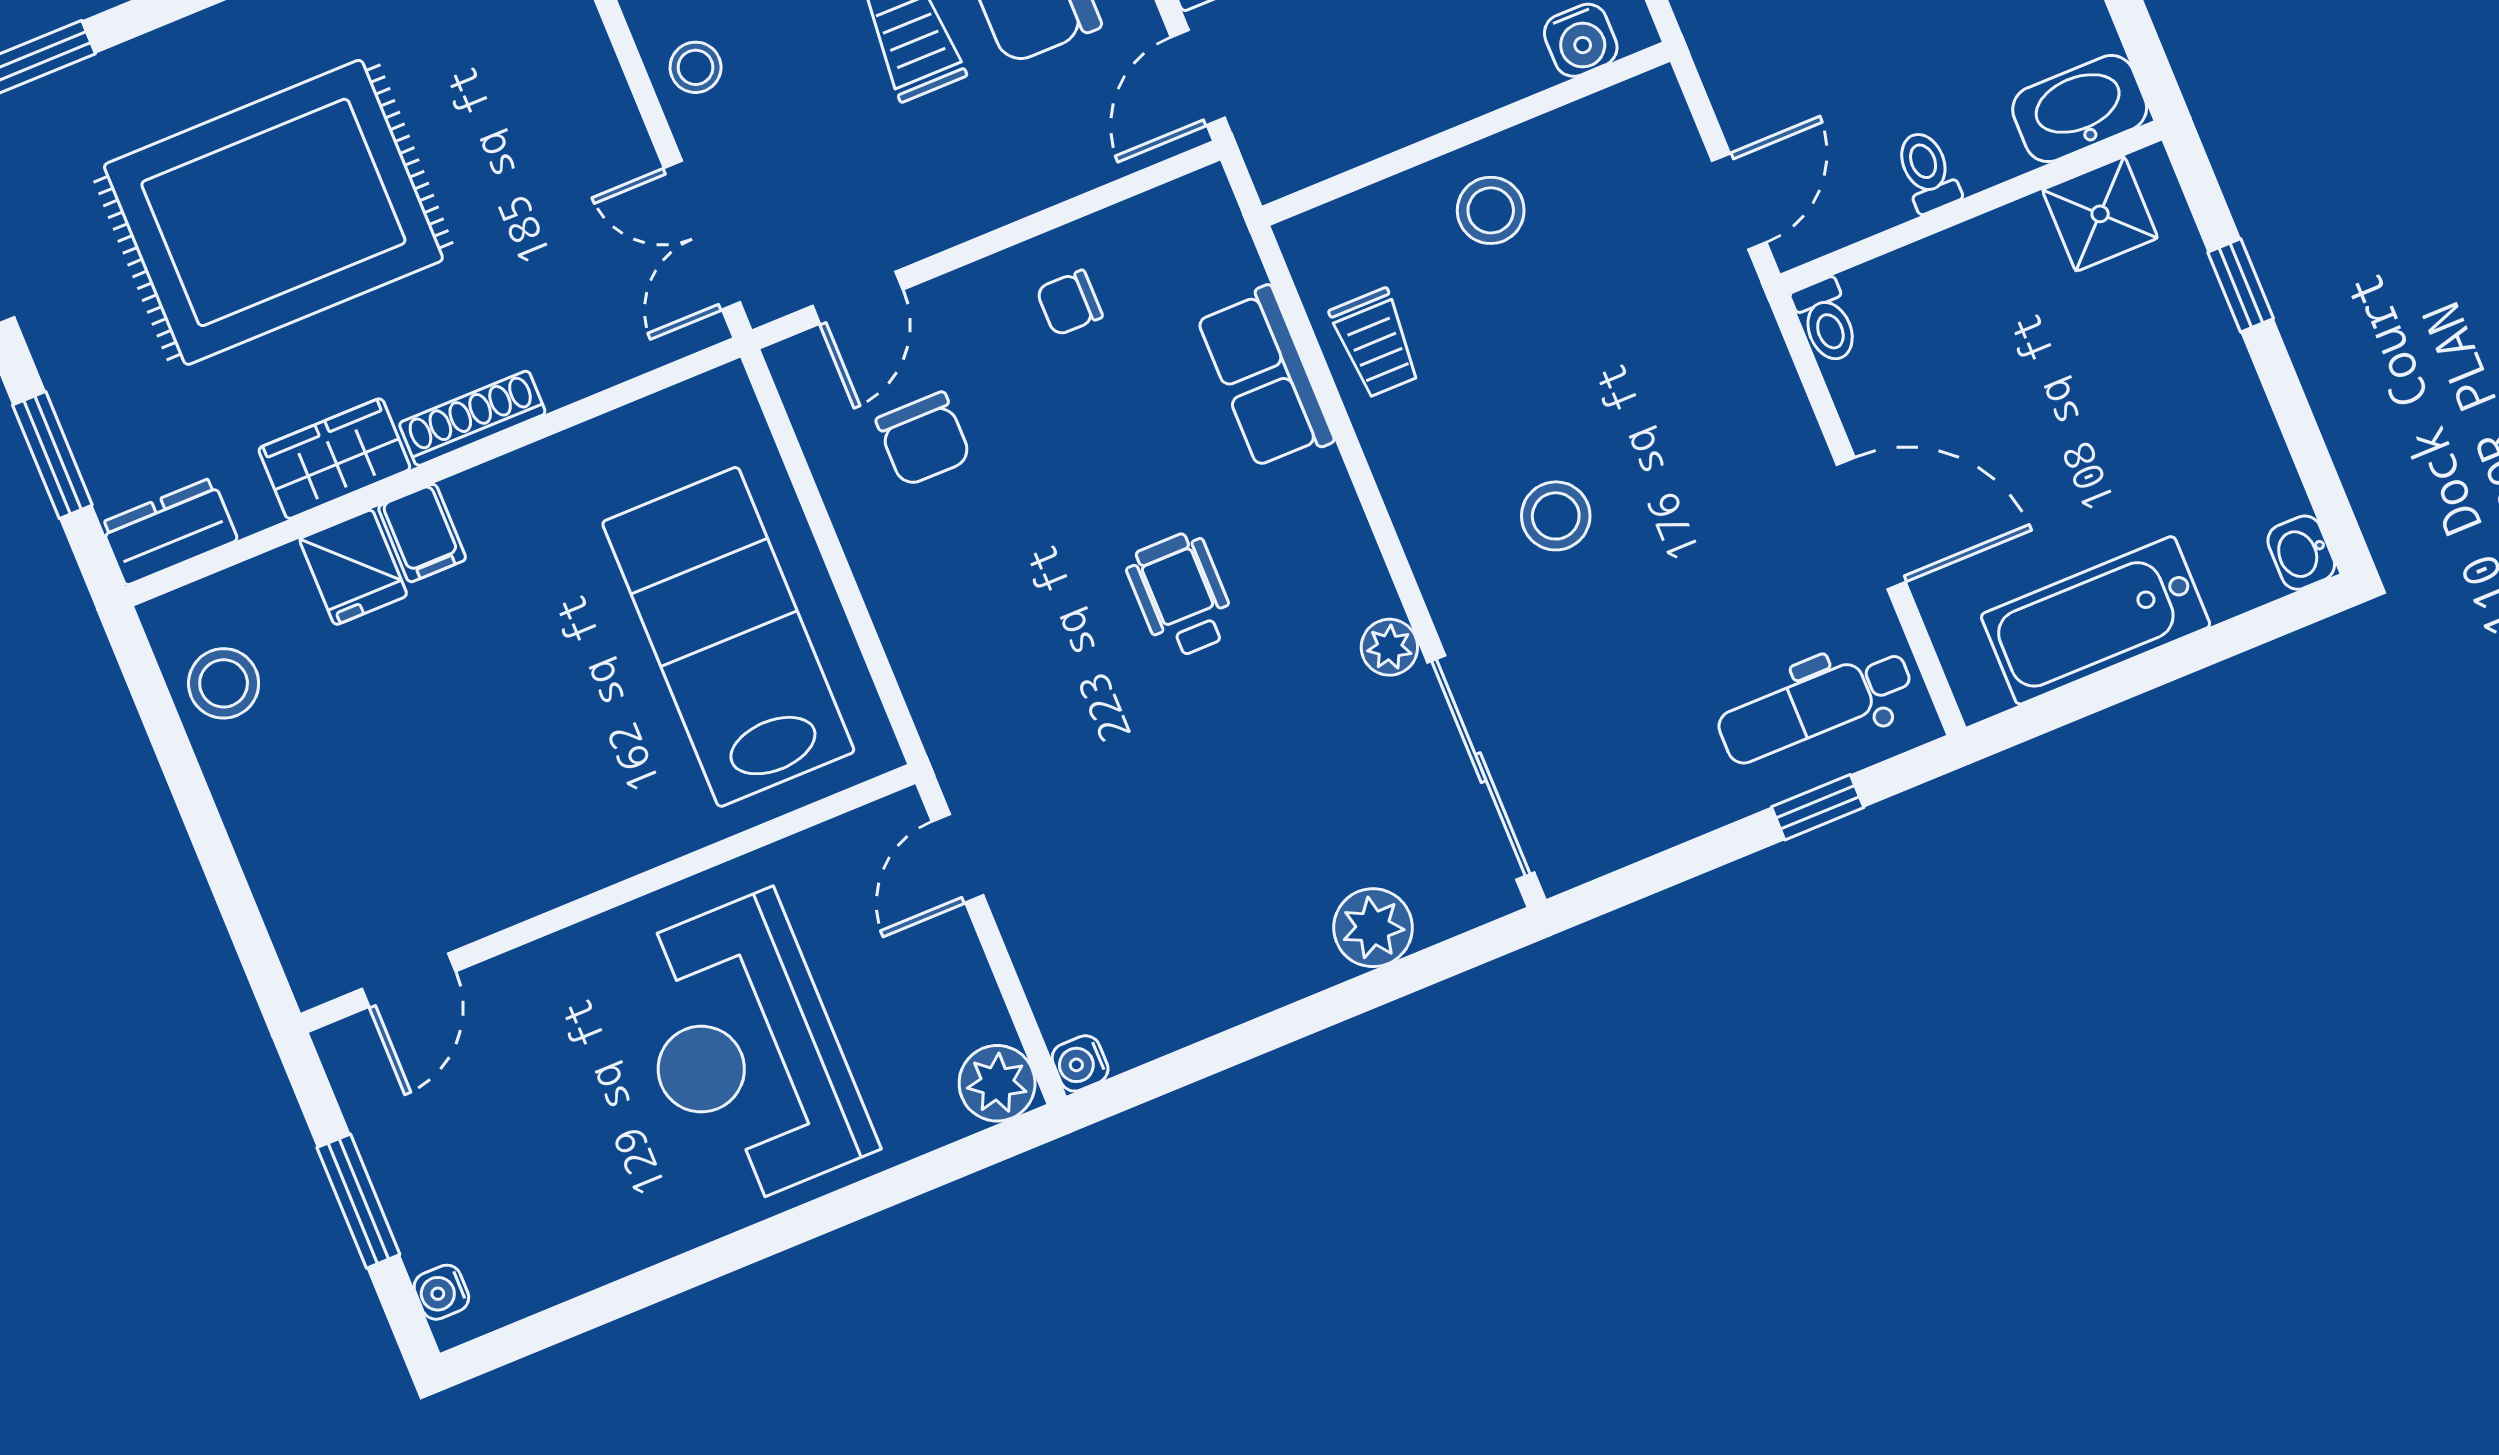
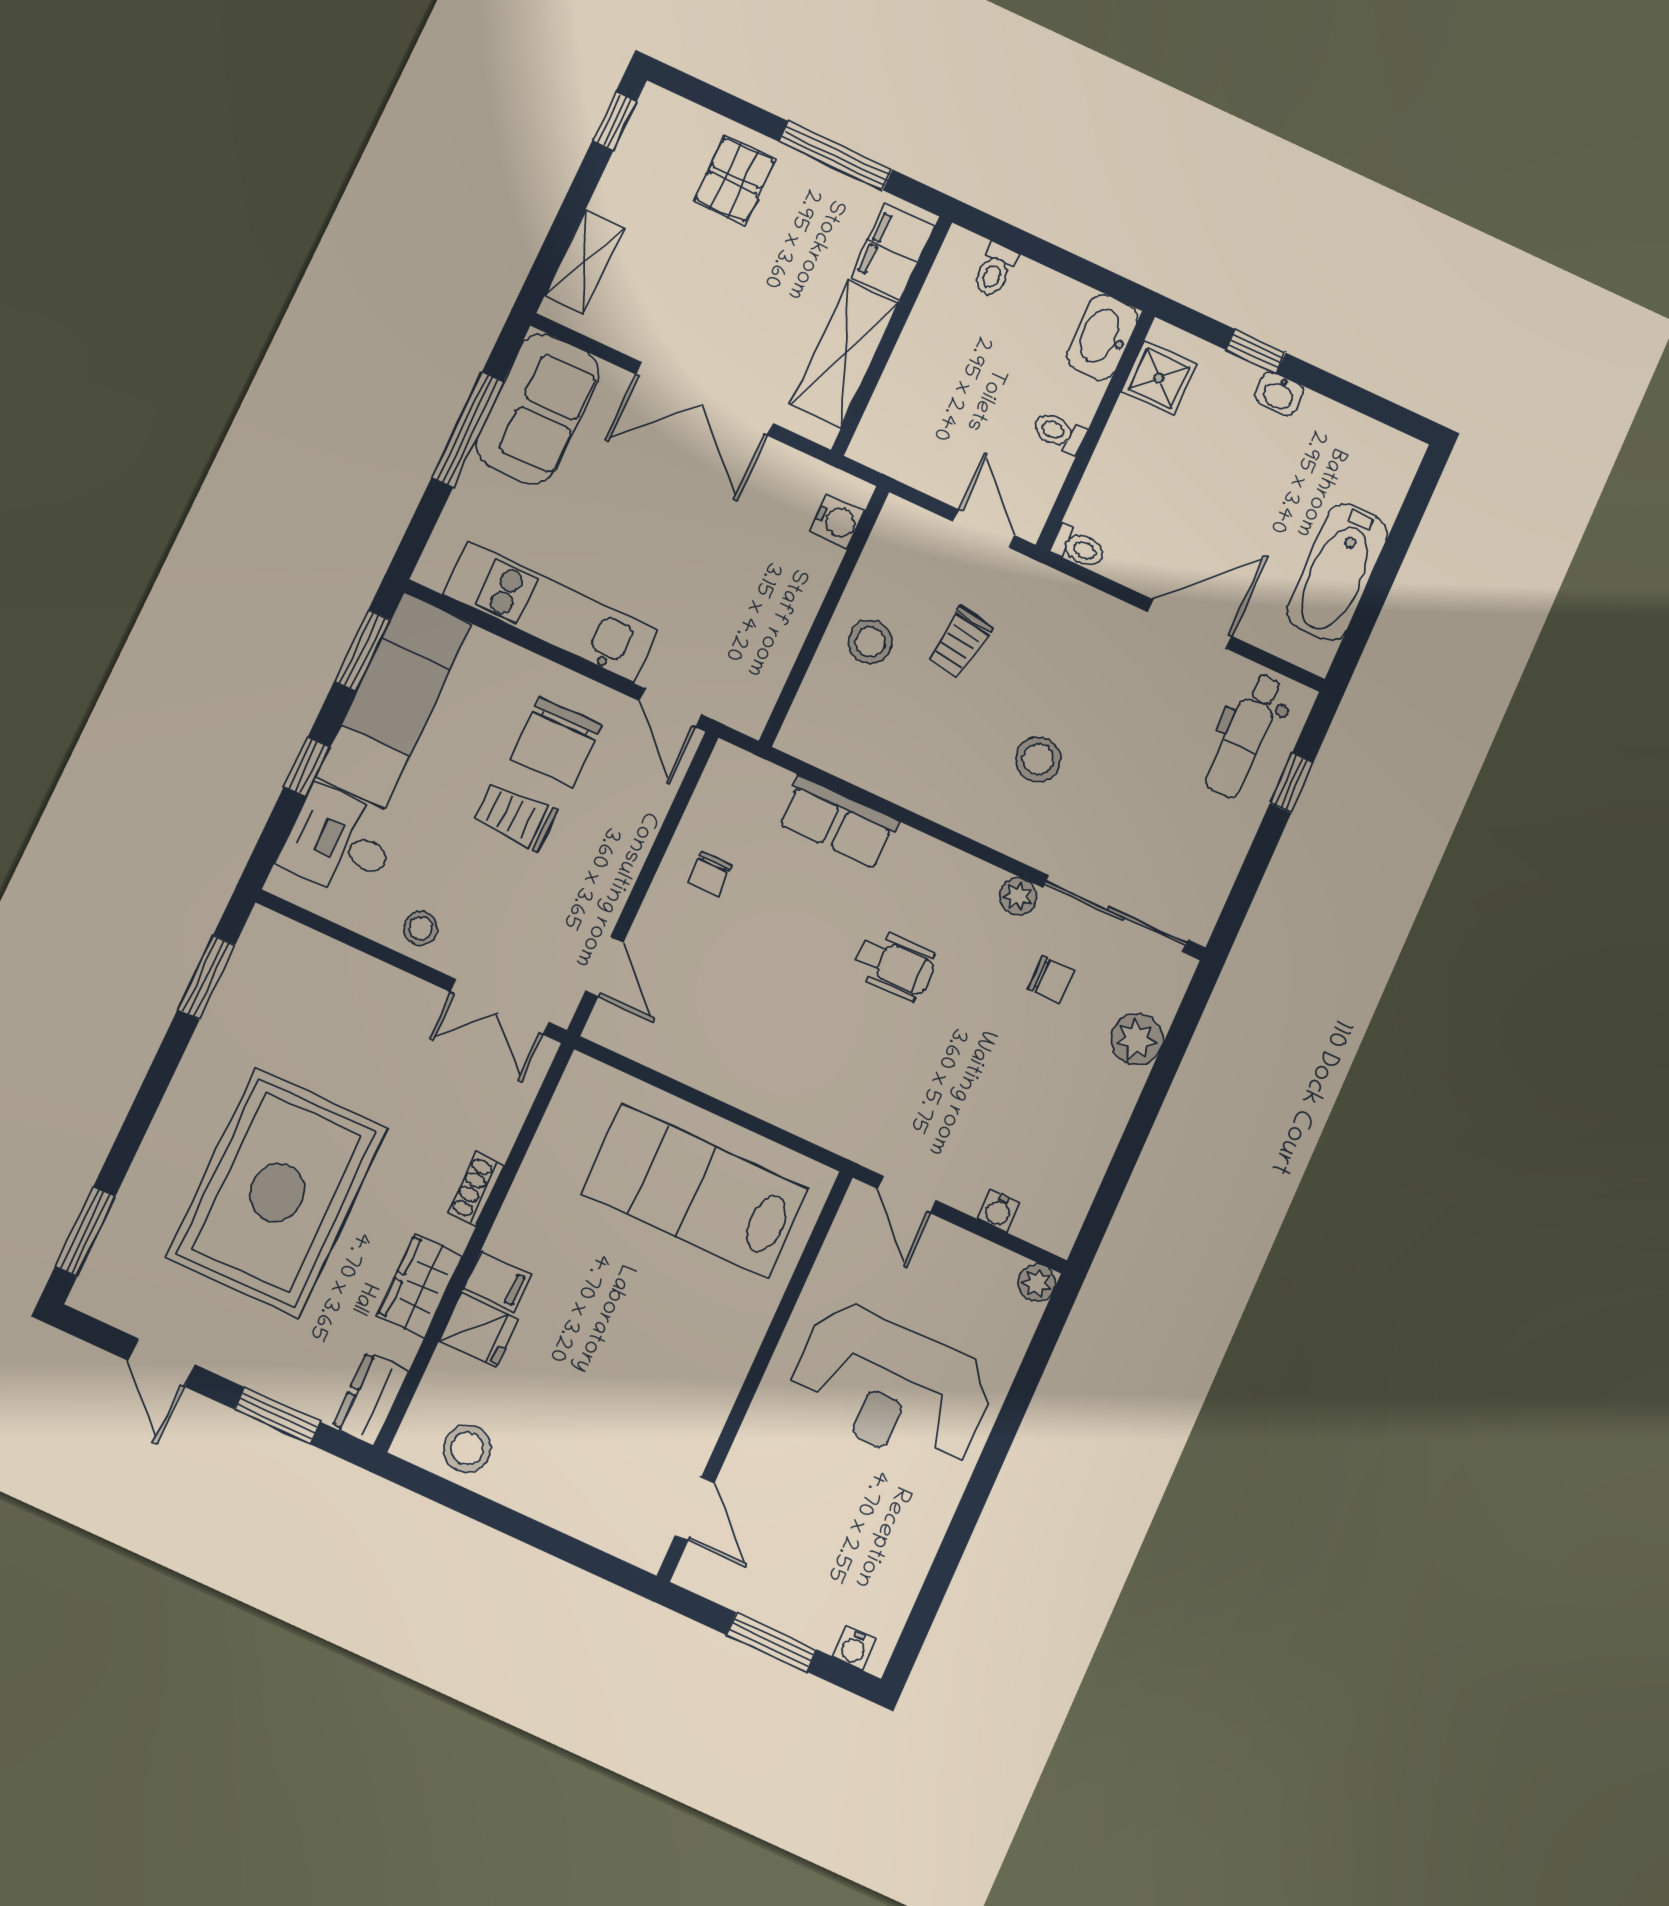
trolley: (1375, 343) -> (960, 643), moved, turned 99
shoe rack: (472, 418) -> (476, 1189), width x0.70
chair: (924, 439) -> (1051, 980), moved, width x0.73, depth x0.73
washbasin: (2301, 553) -> (1279, 394), moved
wheelchair: (1181, 595) -> (895, 965), turned 180
water cooler: (1080, 1063) -> (998, 1211), moved
plant: (997, 1083) -> (1037, 1283), width x0.73, depth x0.73

